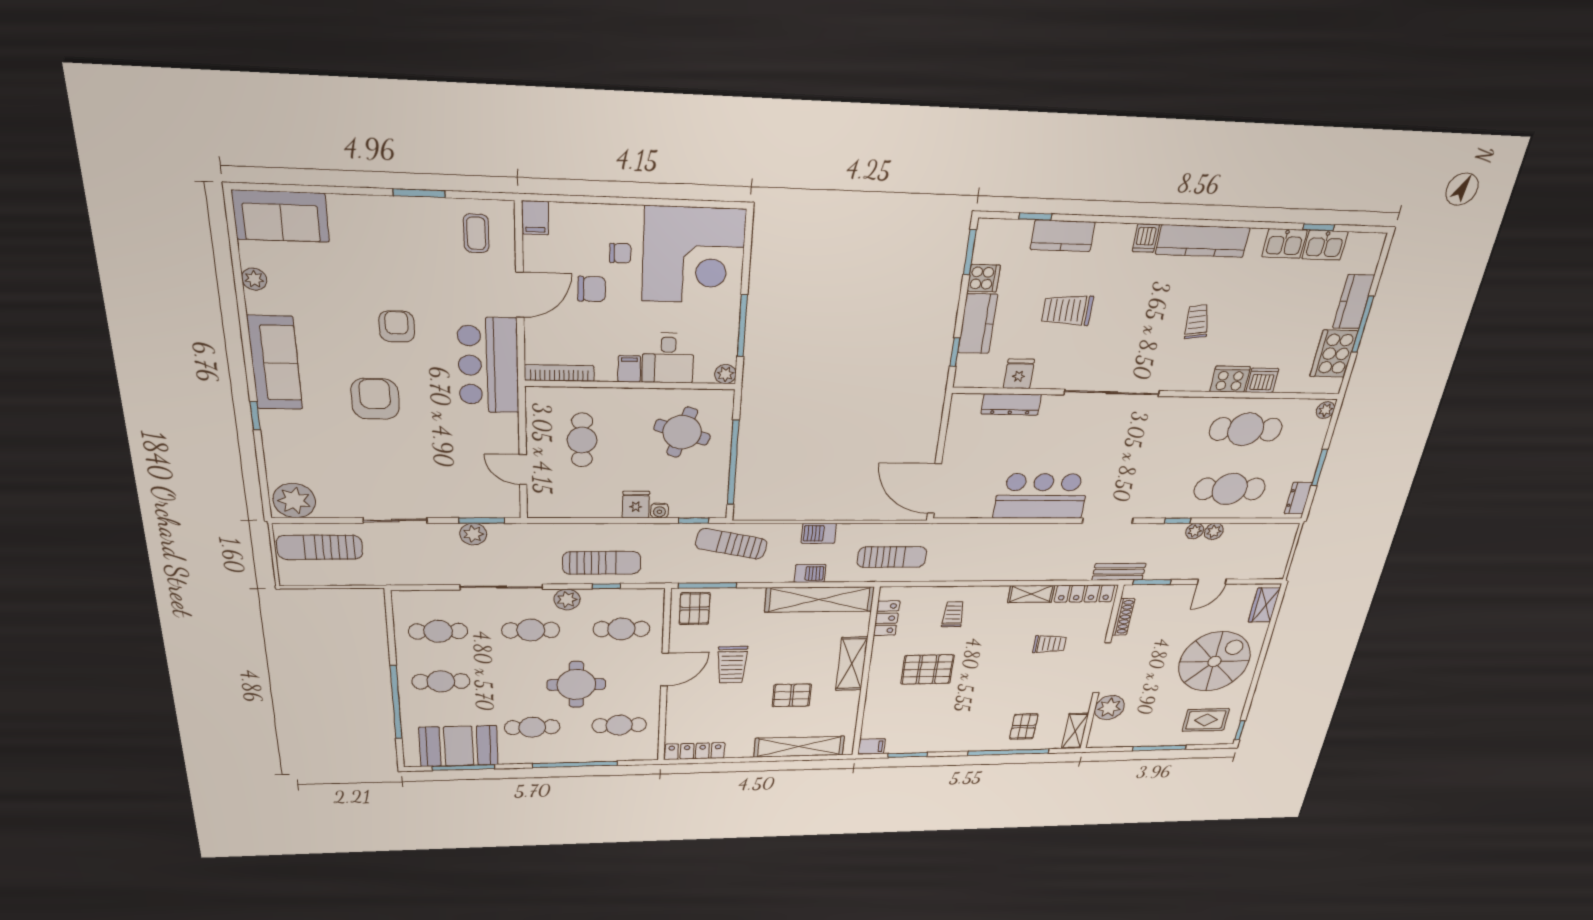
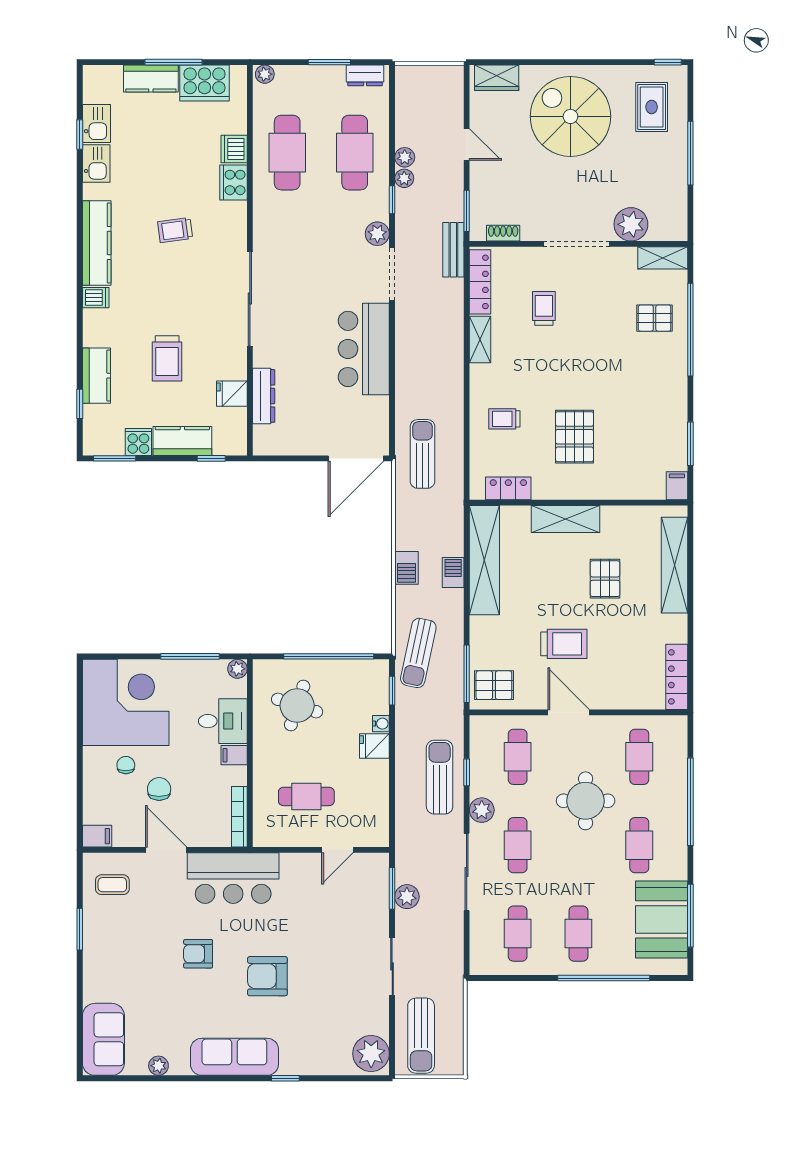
plant: (1149, 508) -> (377, 234), added
sun lounger: (892, 557) -> (423, 454), moved
shoe rack: (1123, 617) -> (503, 233), width x0.70

